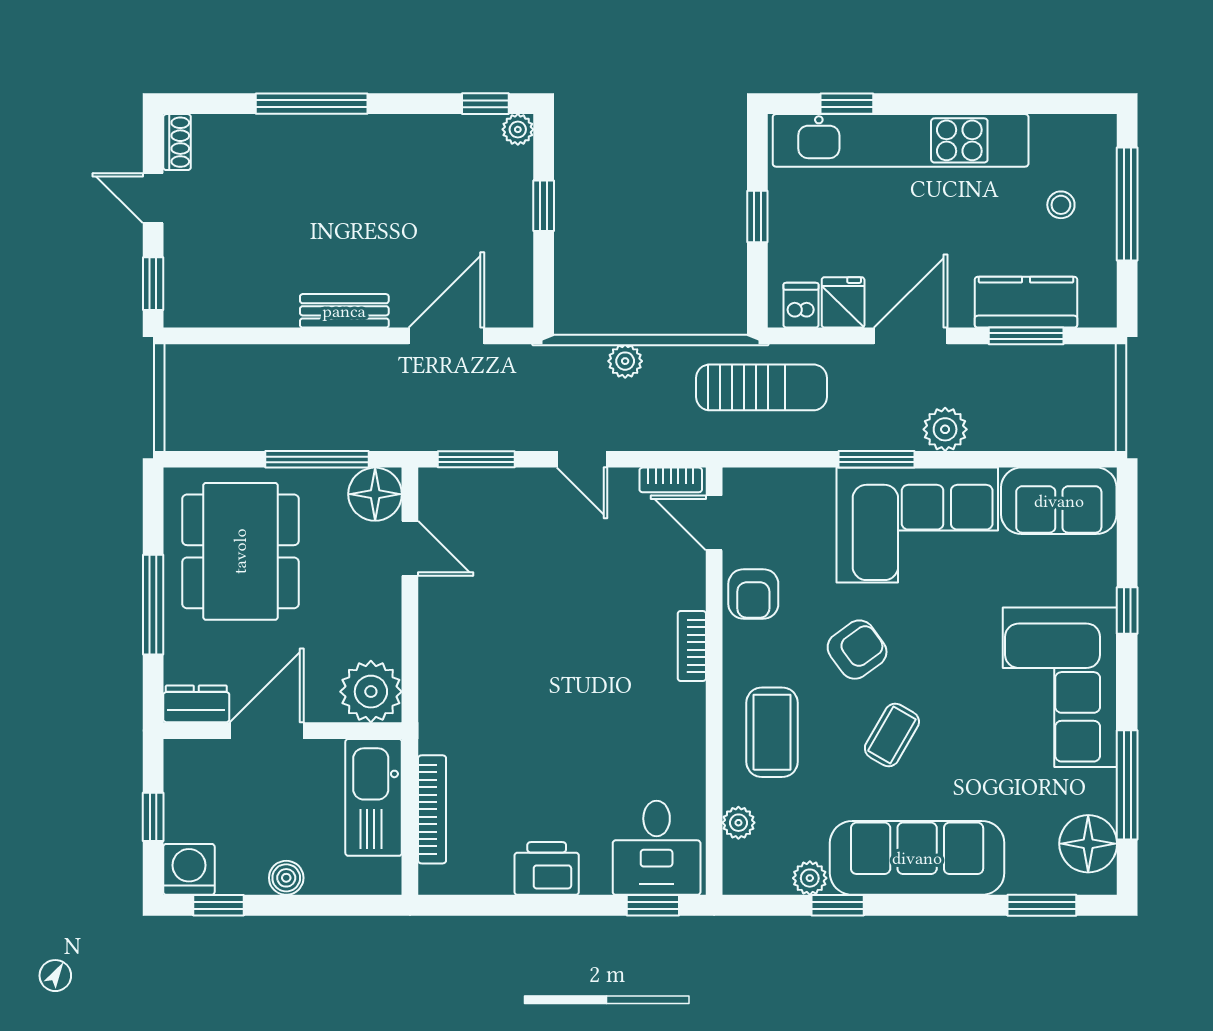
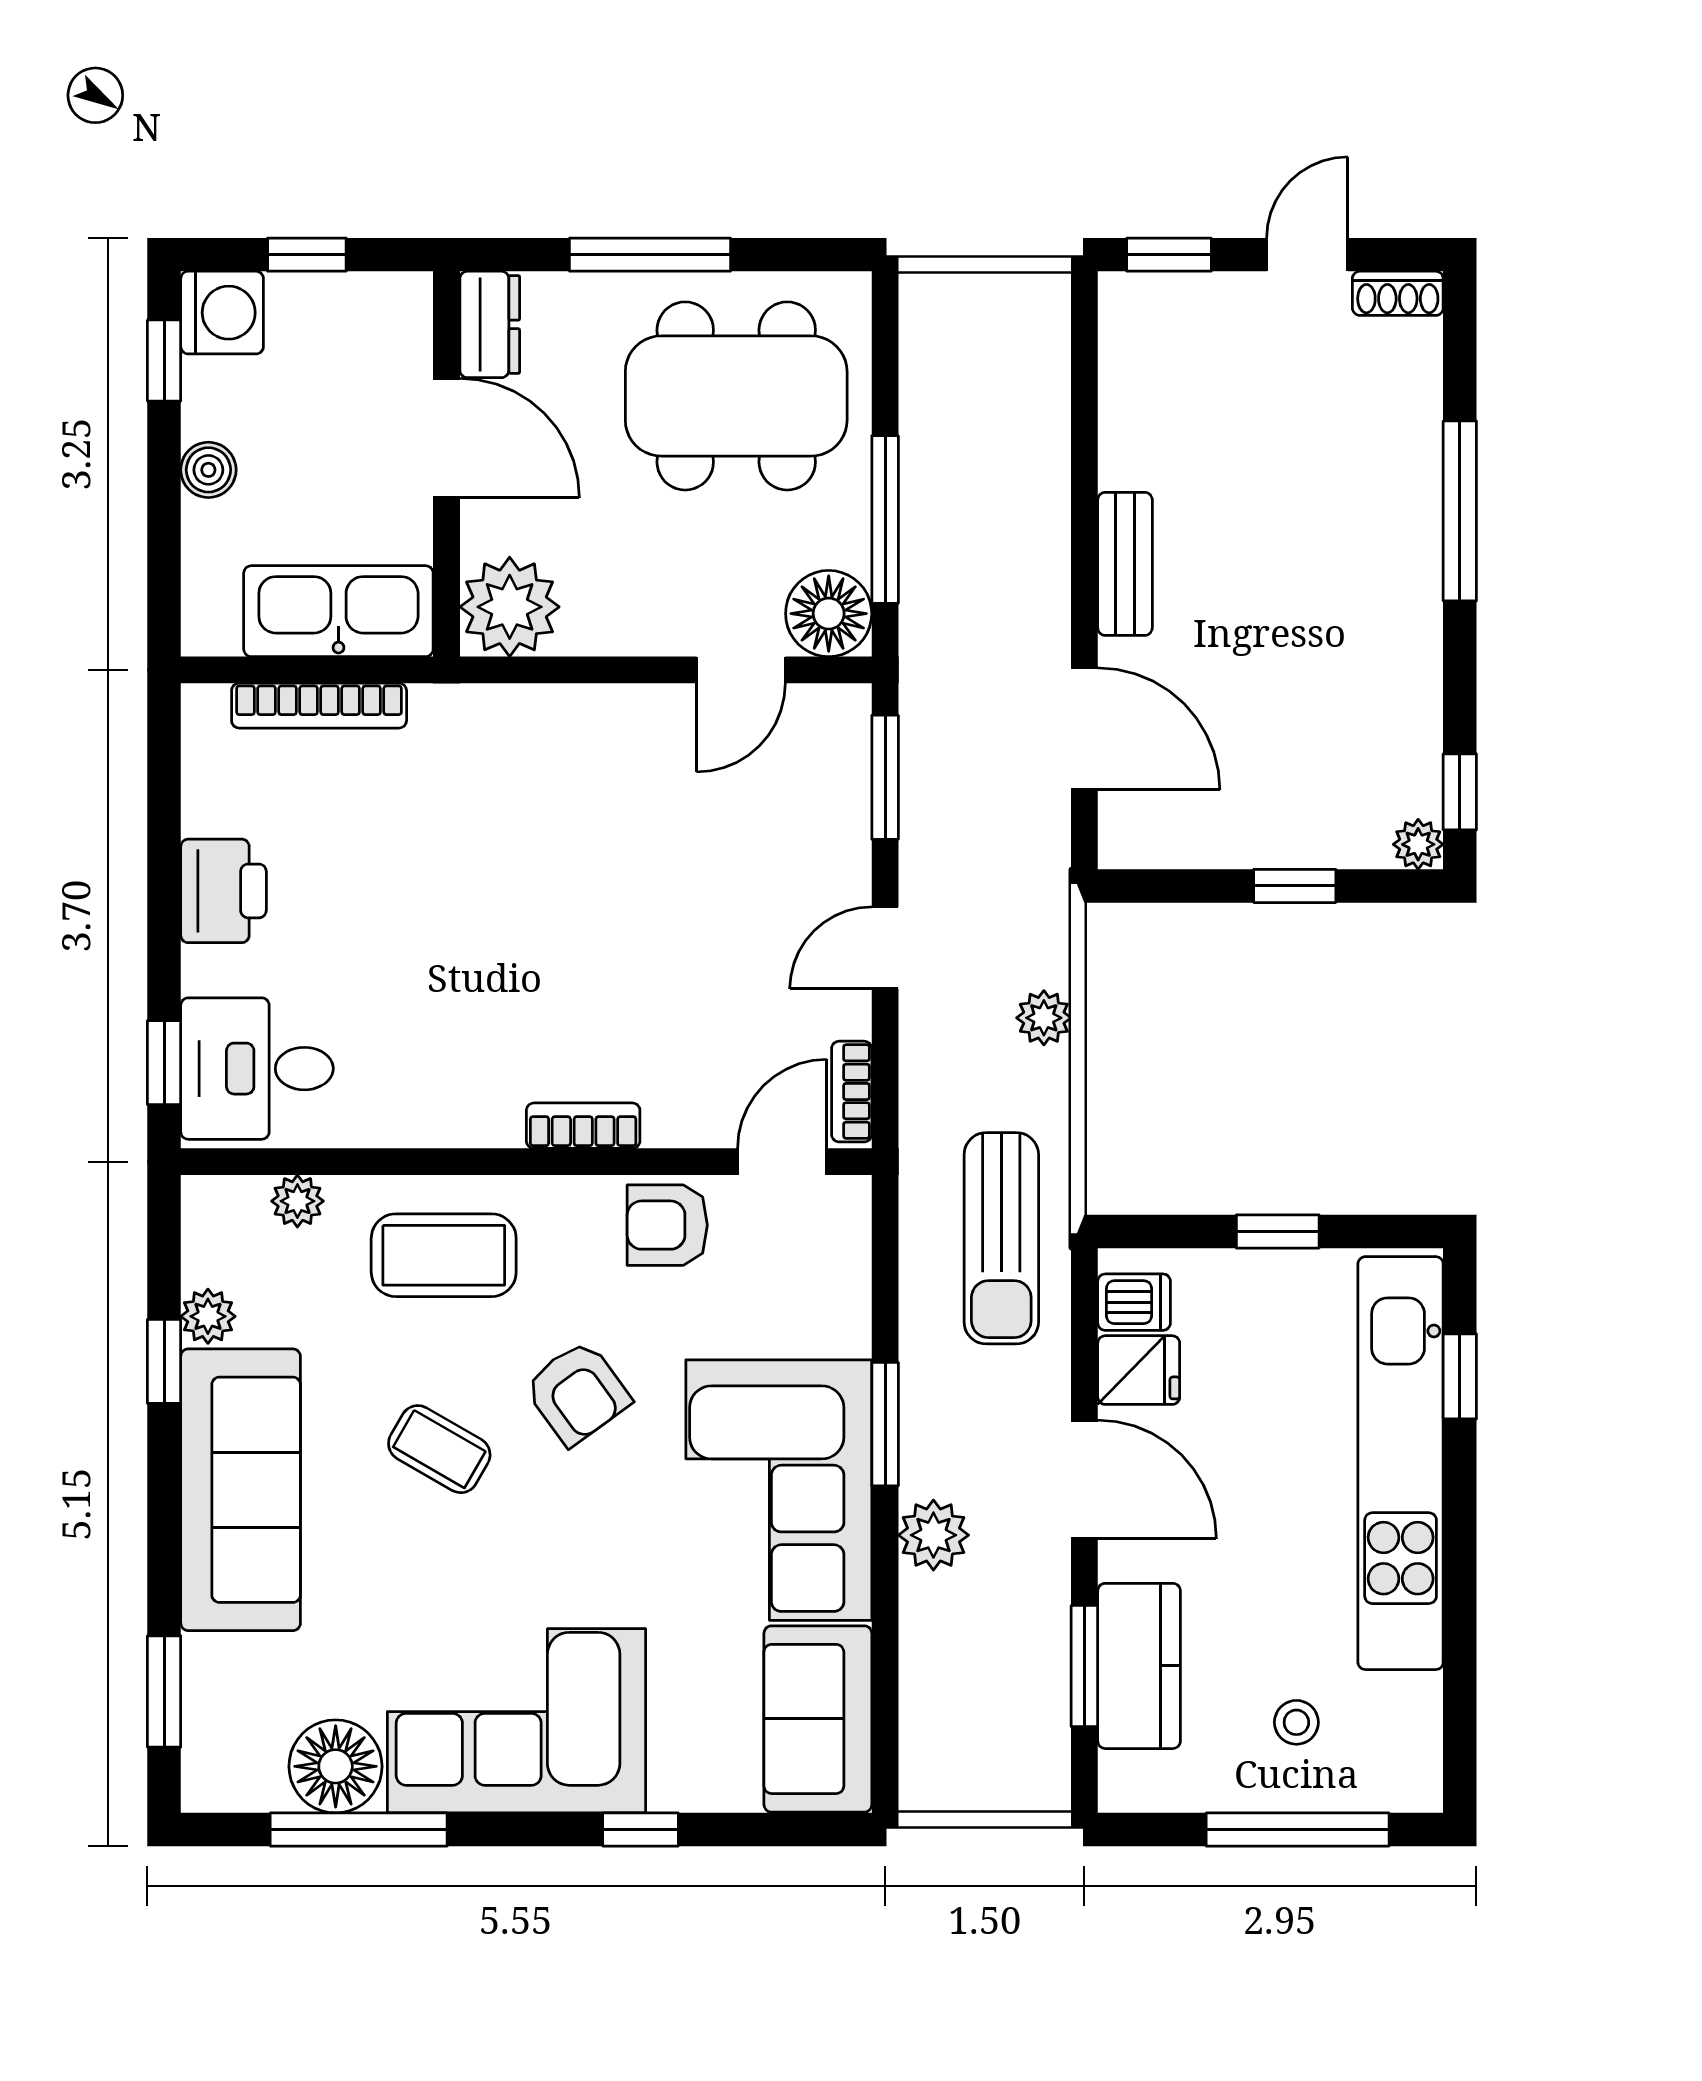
floor lamp: (1088, 844) -> (336, 1766), moved

